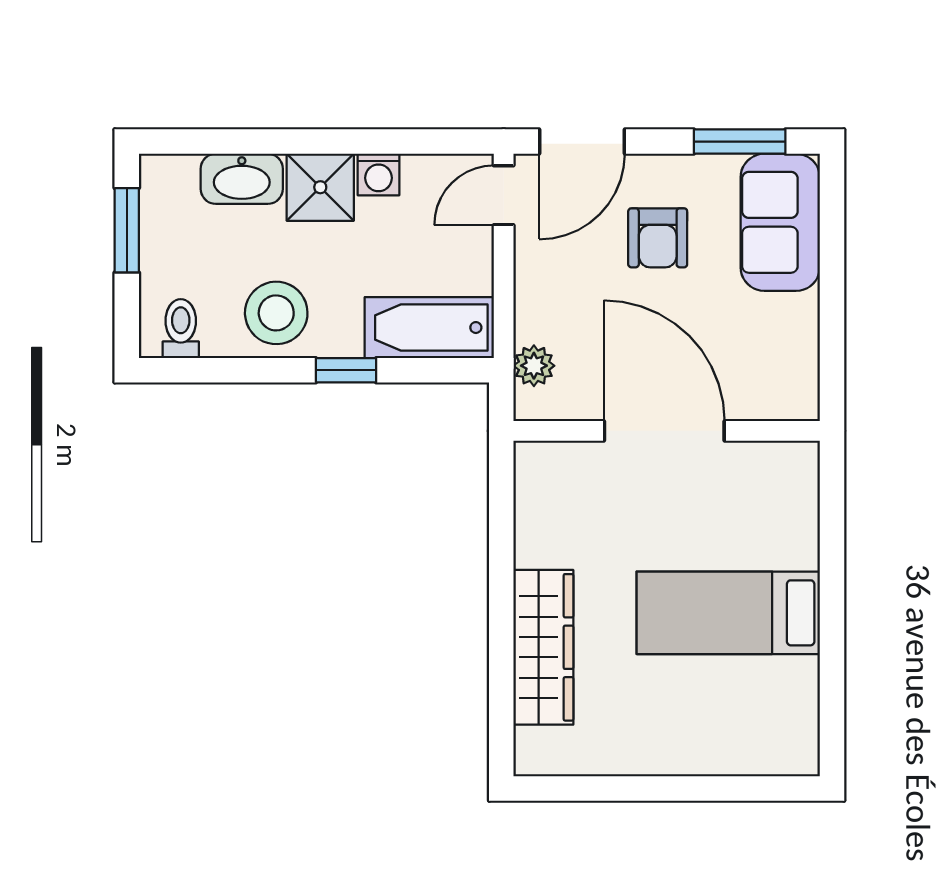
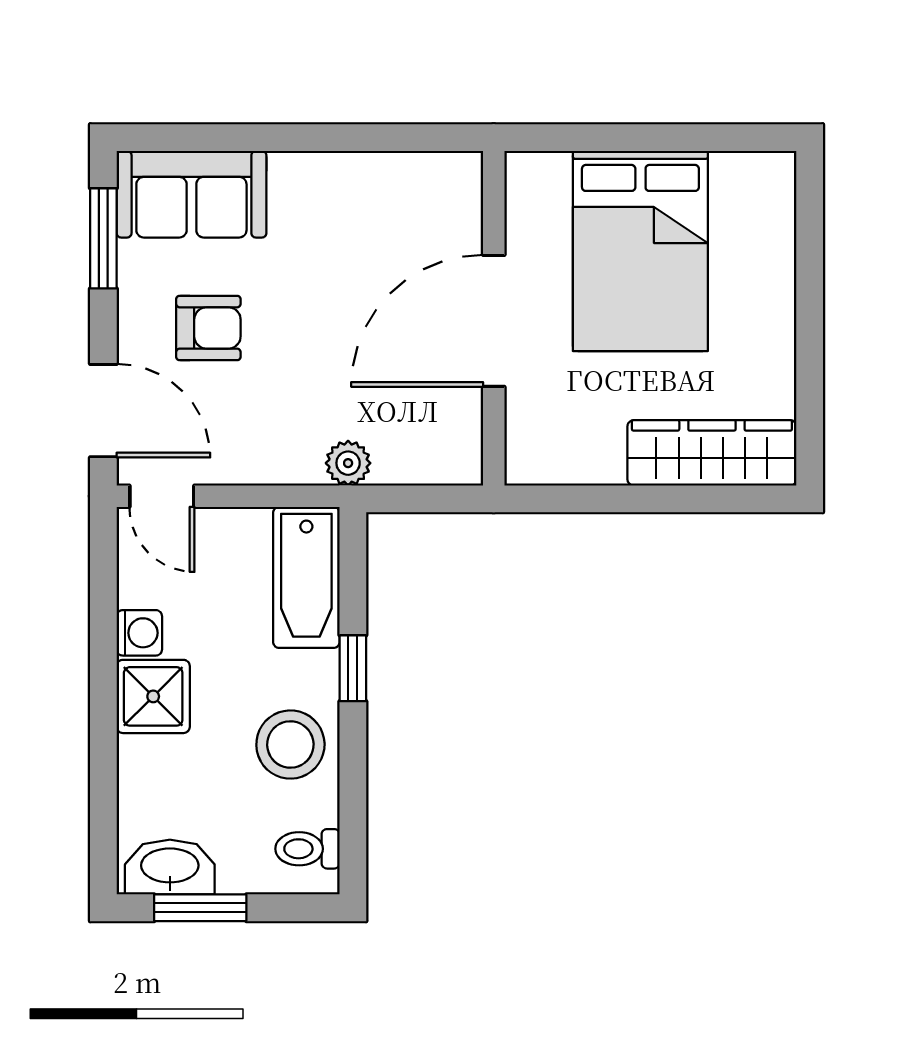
washbasin: (242, 179) -> (170, 867), moved, turned -90
door: (664, 431) -> (494, 321), moved
wall: (667, 431) -> (494, 318), moved
bed: (728, 613) -> (640, 251), width x1.50
wardrobe: (543, 647) -> (712, 453), moved

